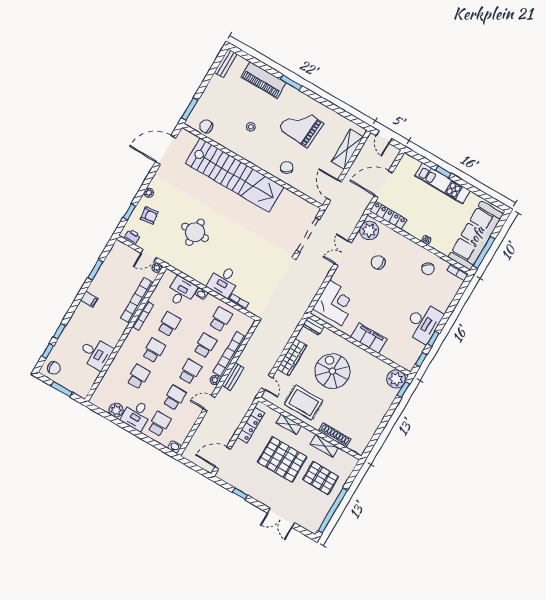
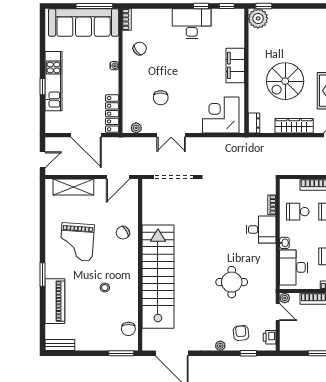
plant: (369, 230) -> (136, 128), width x0.53, depth x0.53
desk: (181, 292) -> (294, 267), width x1.37

